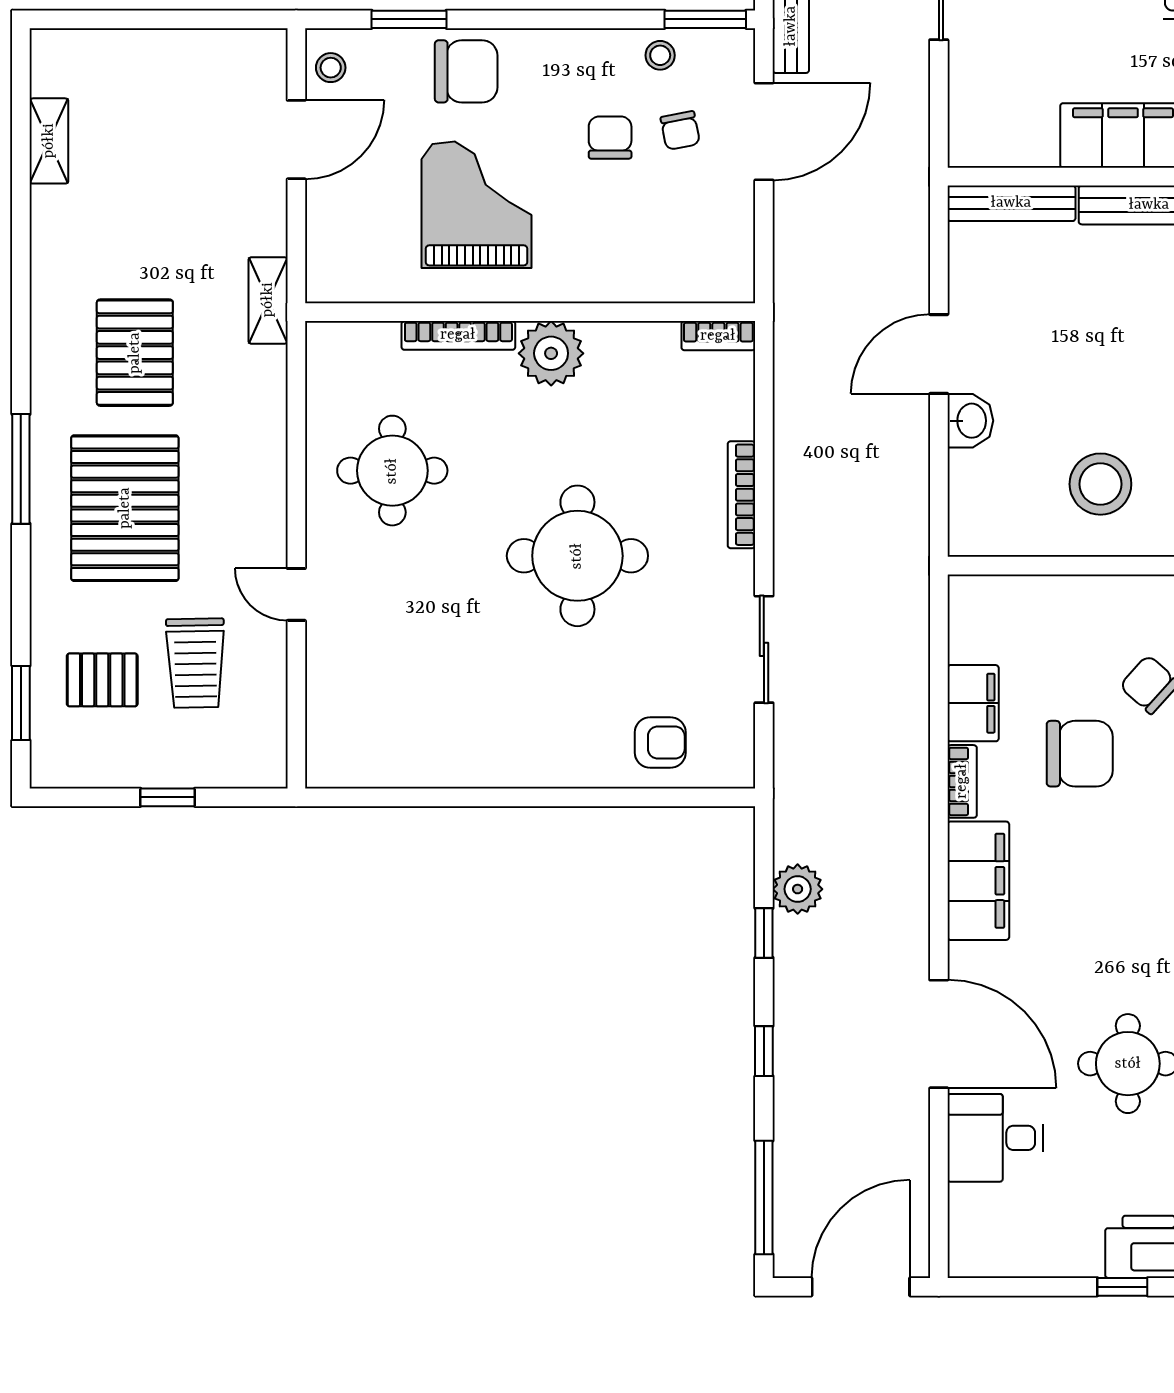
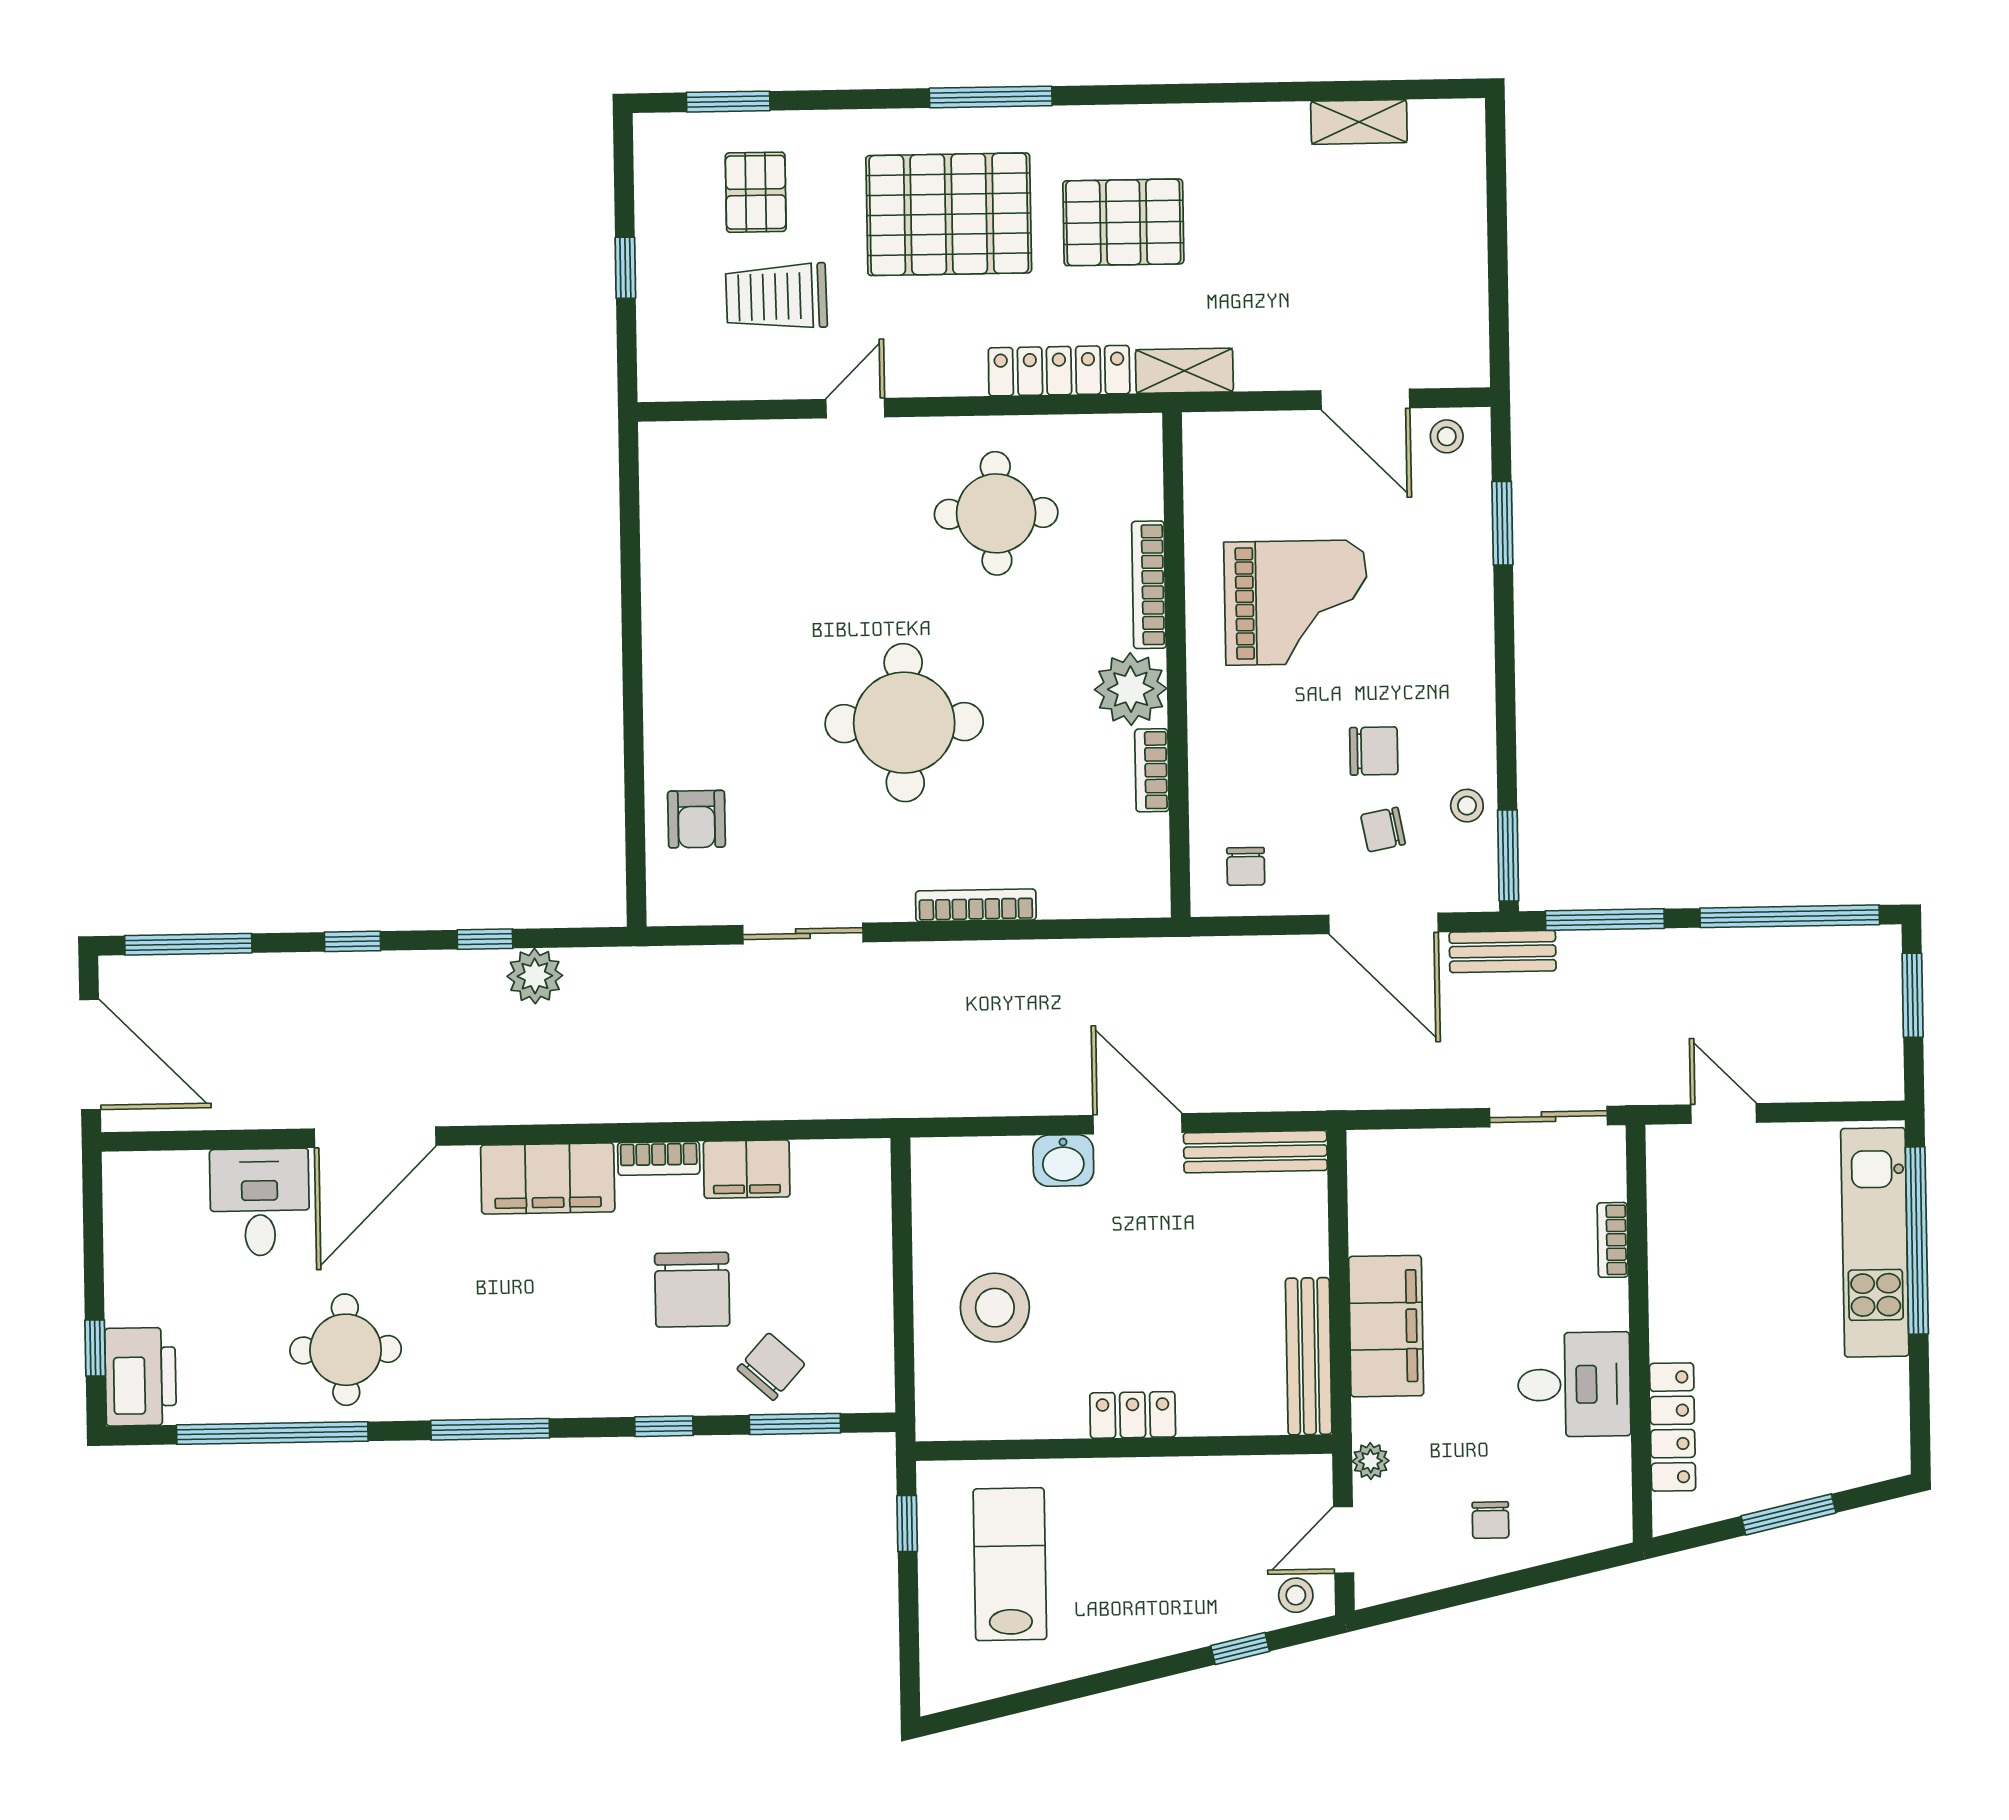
chair: (466, 71) -> (1246, 866), moved, width x0.54, depth x0.54
bench: (1011, 203) -> (1255, 1152), moved, turned 90
bookcase: (718, 336) -> (1152, 770), moved
locker: (266, 412) -> (1059, 371), added

